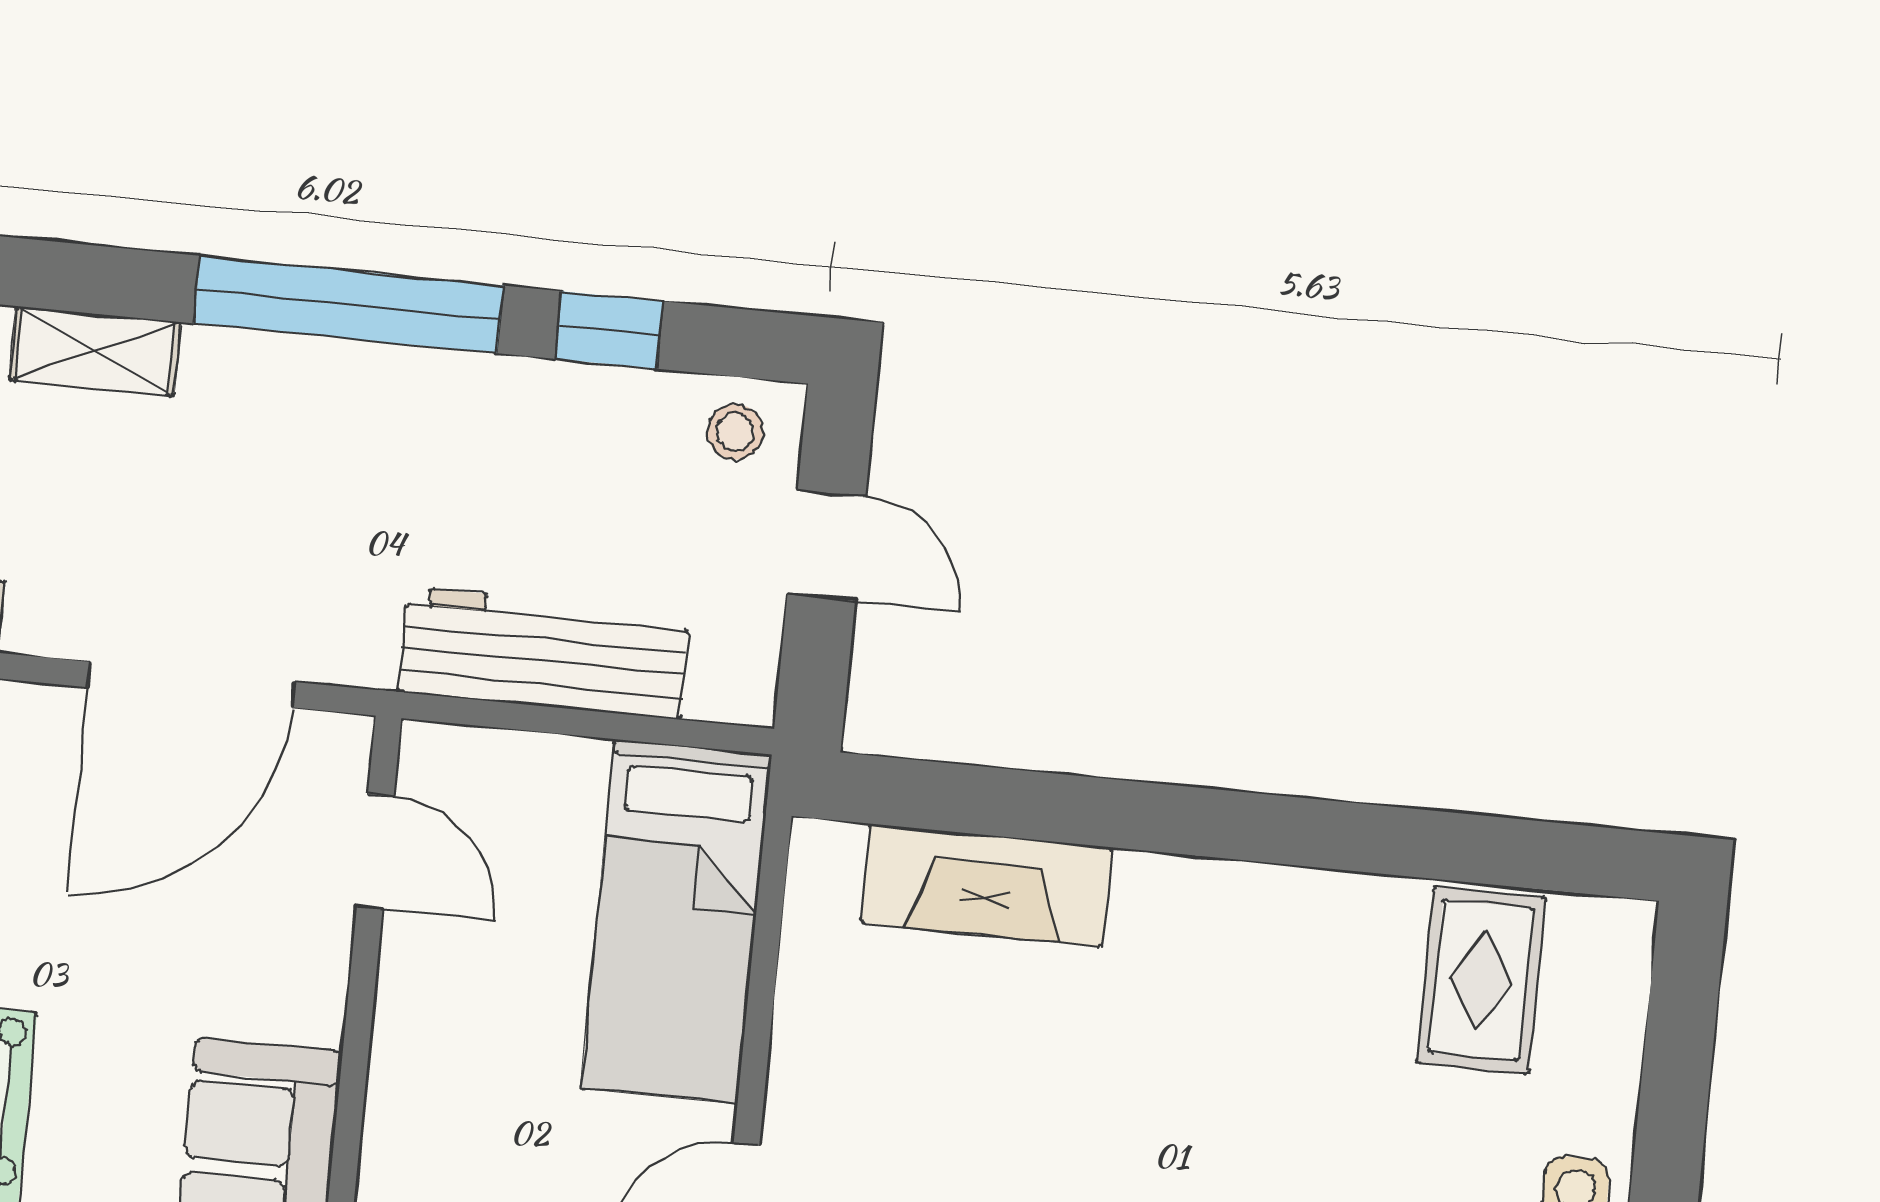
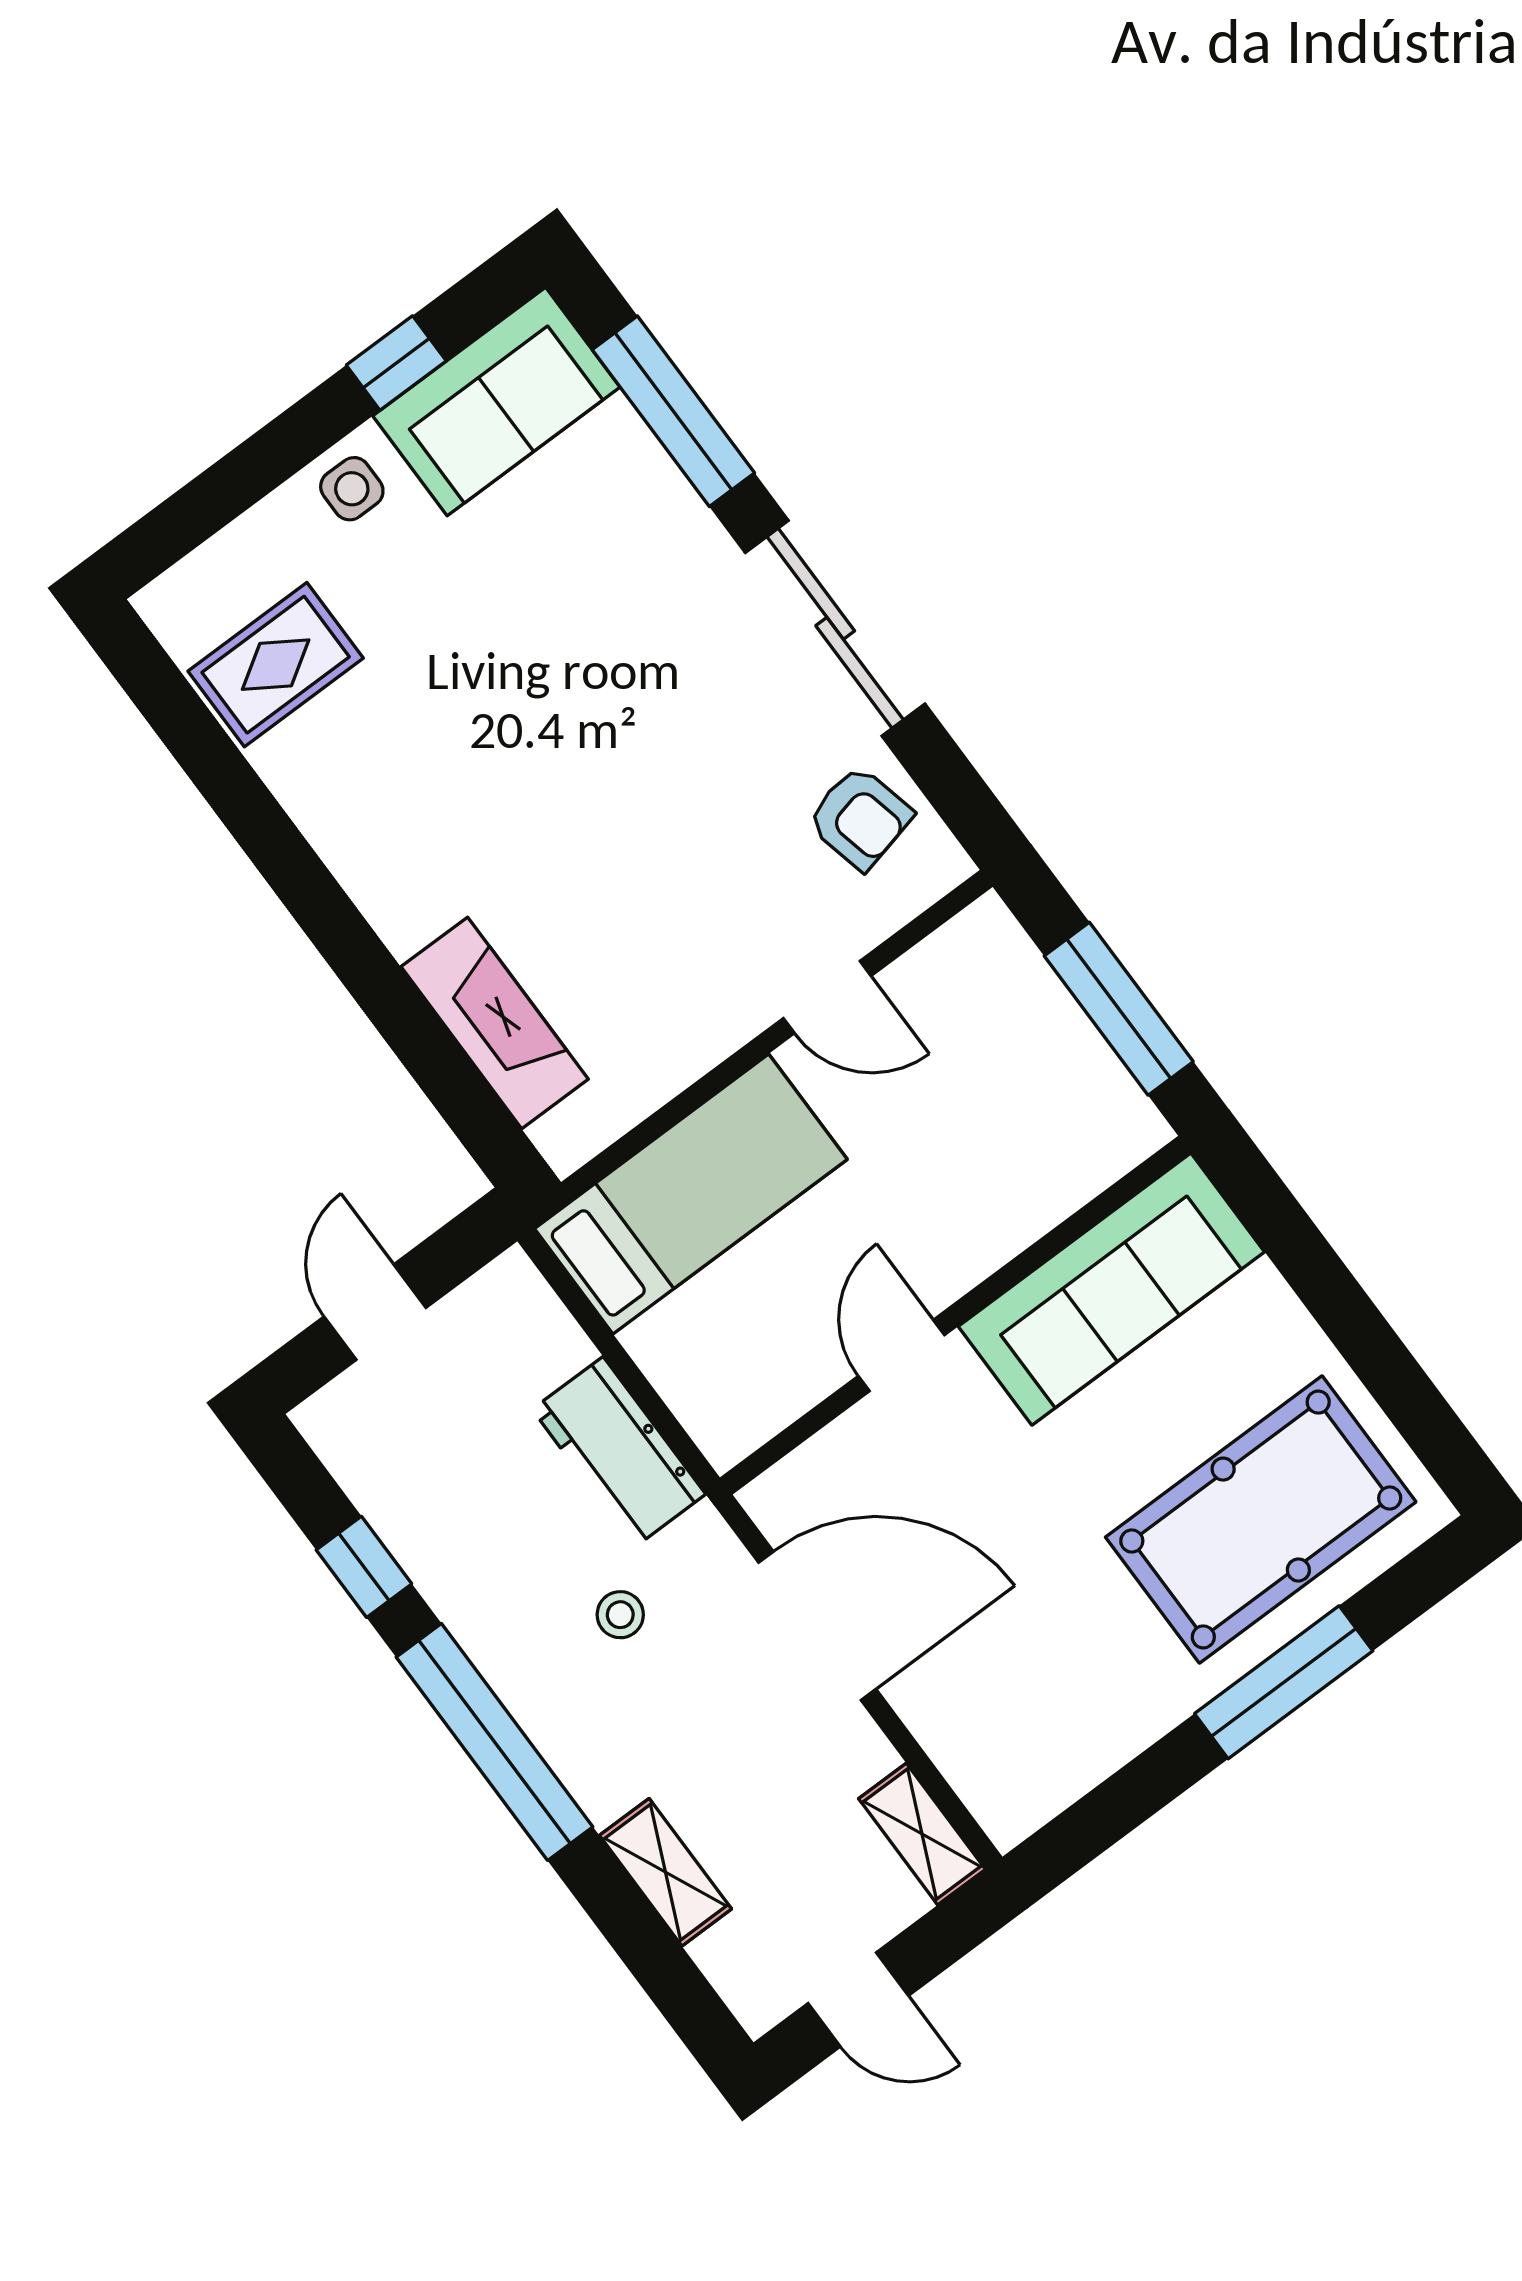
stool: (735, 432) -> (620, 1615), moved
workbench: (544, 653) -> (619, 1452), width x0.73
door: (375, 851) -> (901, 1356), moved

